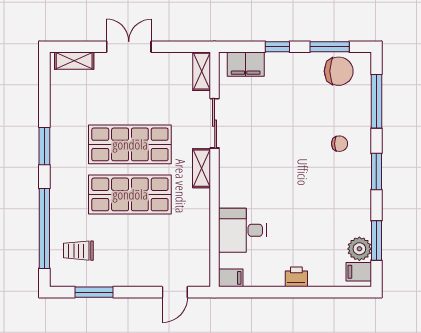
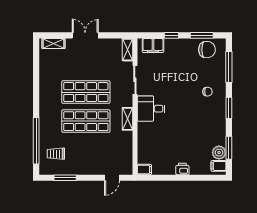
window: (44, 146) -> (36, 93), removed
shelving: (202, 168) -> (127, 119), moved
desk: (242, 230) -> (151, 109), moved

